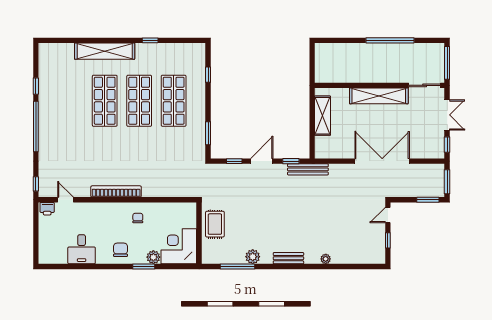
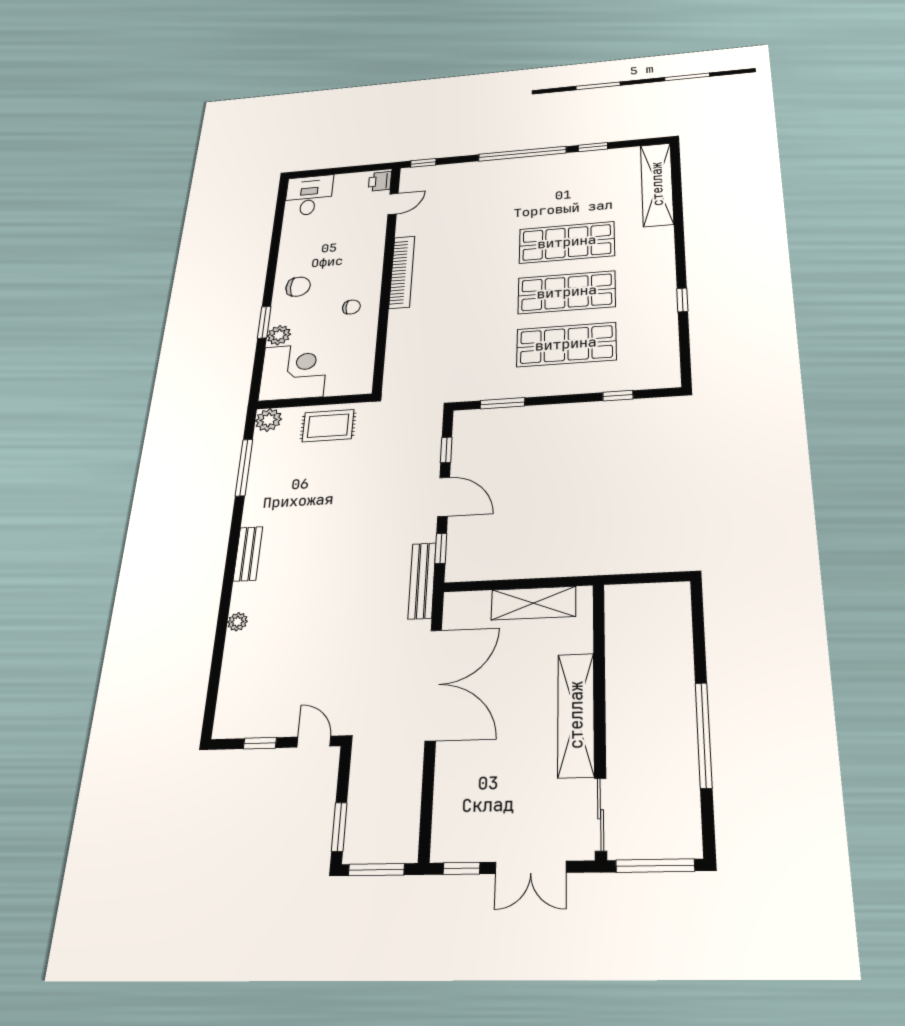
shelving: (105, 51) -> (657, 184), moved
double door: (382, 161) -> (433, 685), moved
desk: (82, 249) -> (309, 195), moved, turned 90
plant: (253, 257) -> (269, 420), moved

